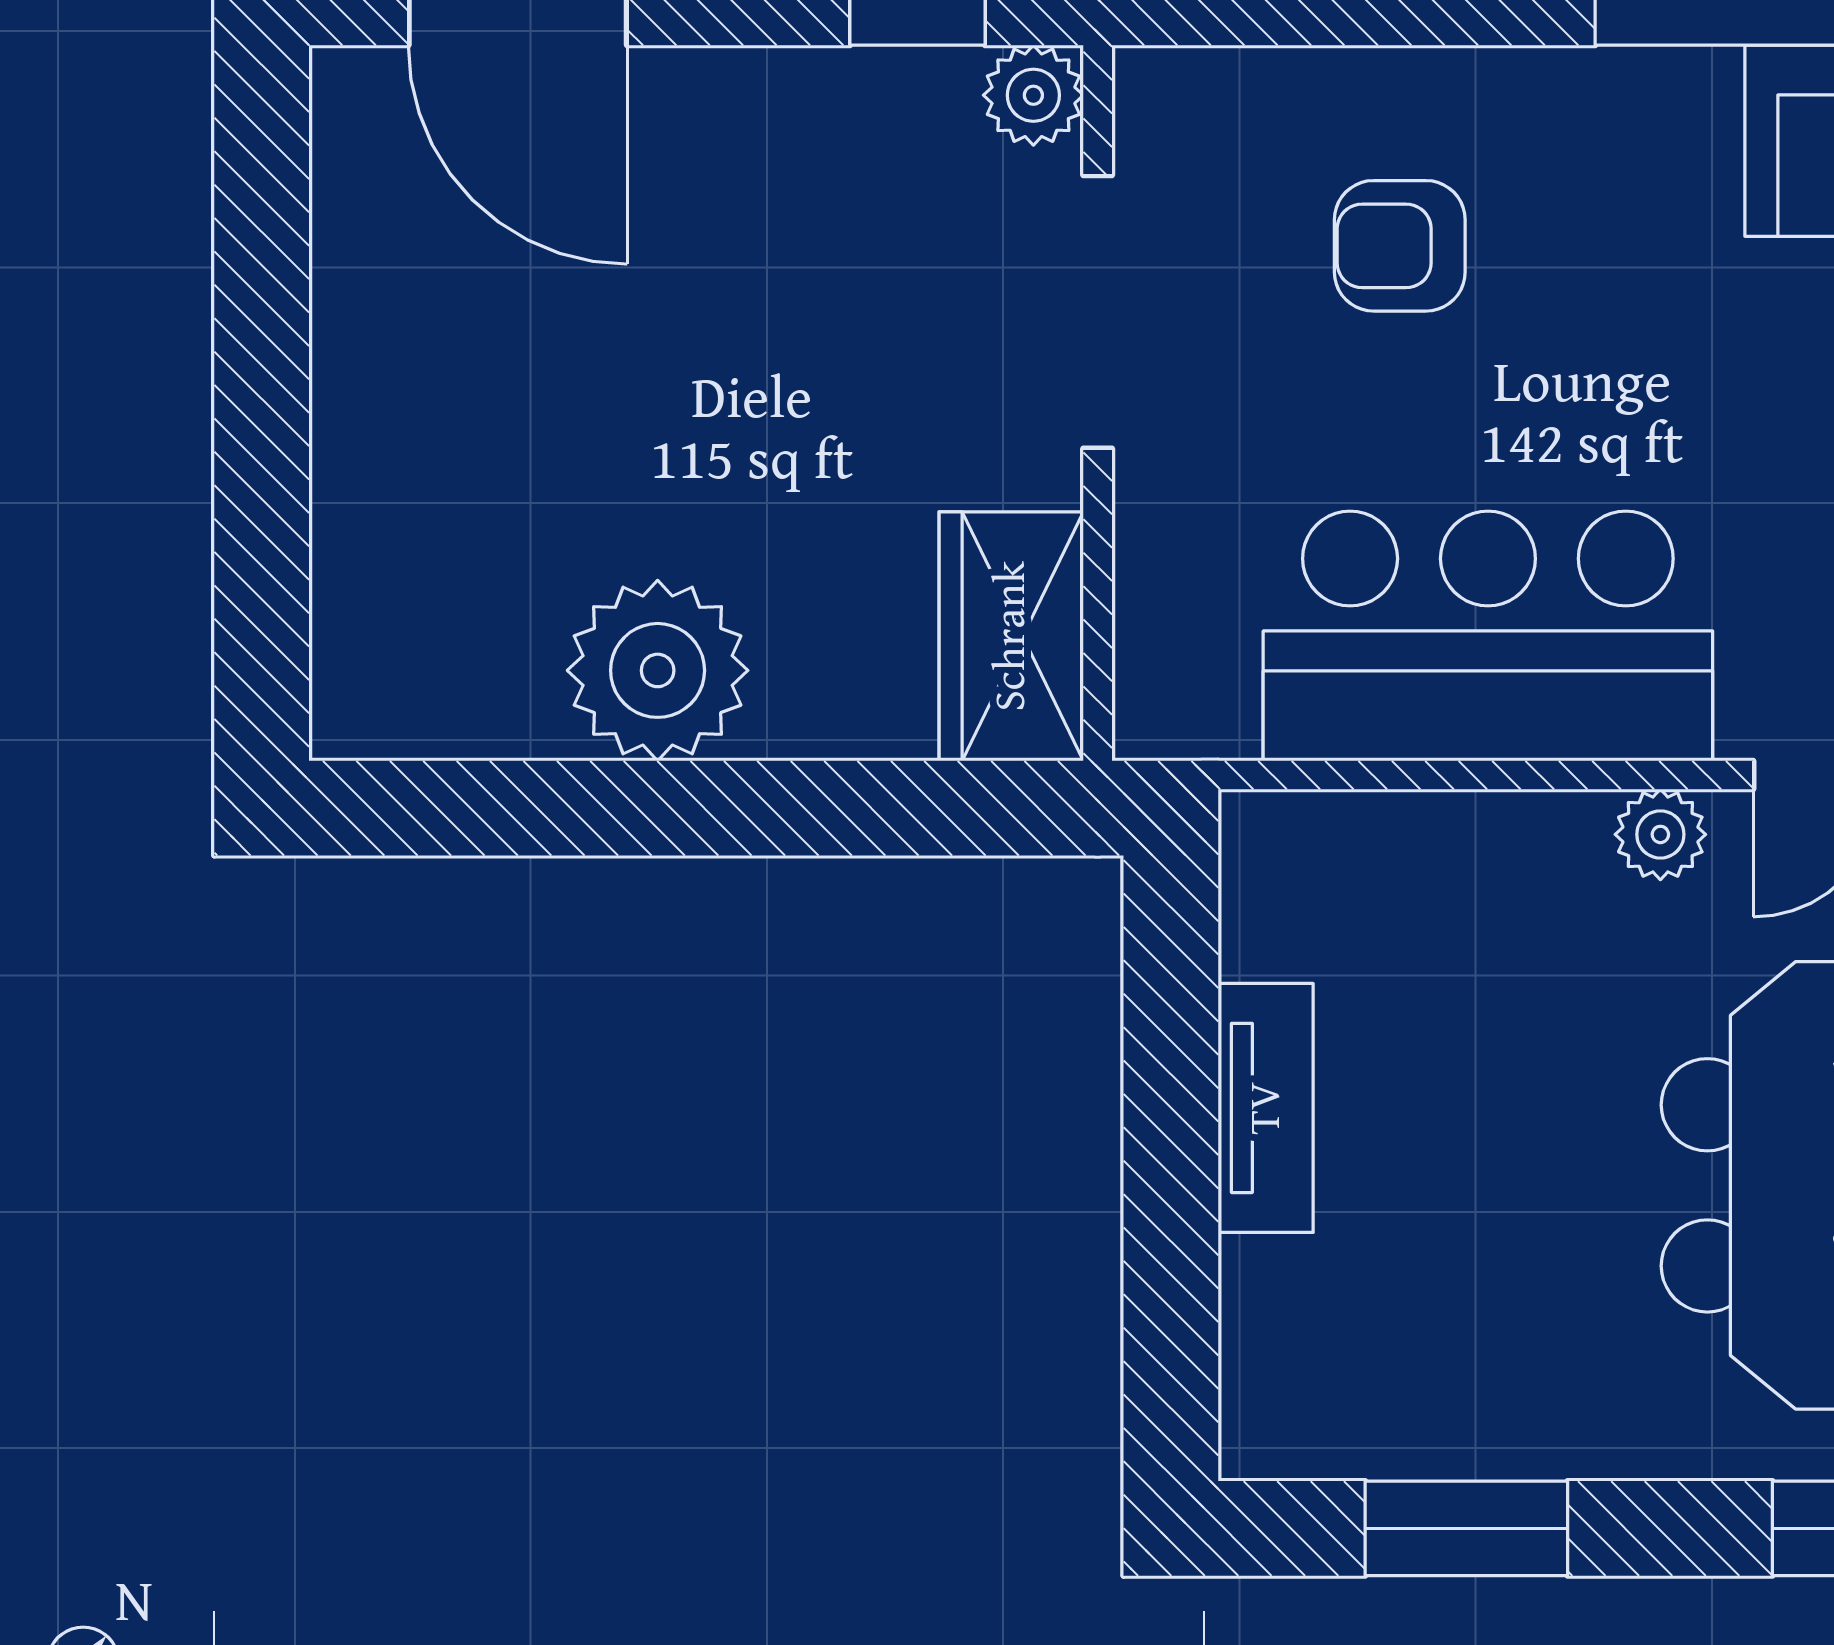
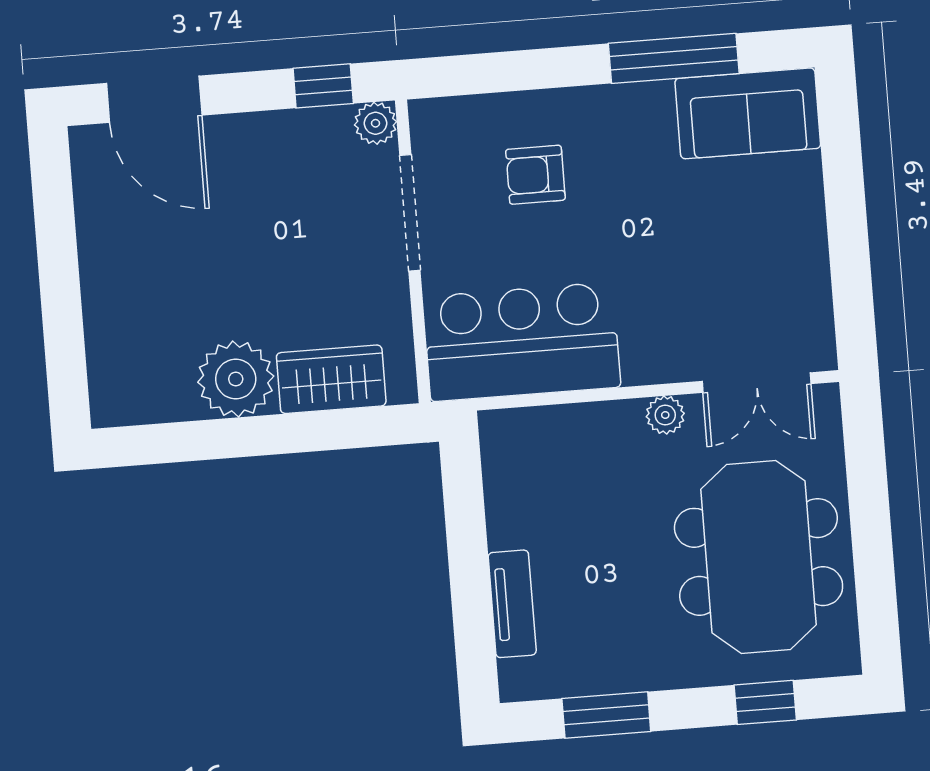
wardrobe: (1011, 636) -> (331, 379), moved, turned 90
bar counter: (1488, 636) -> (522, 342), moved
tv unit: (1266, 1108) -> (512, 604), moved

